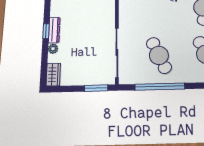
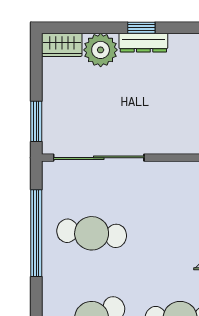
plant: (53, 49) -> (101, 50), width x1.88, depth x1.88
cafe table: (159, 55) -> (92, 233), turned 30

